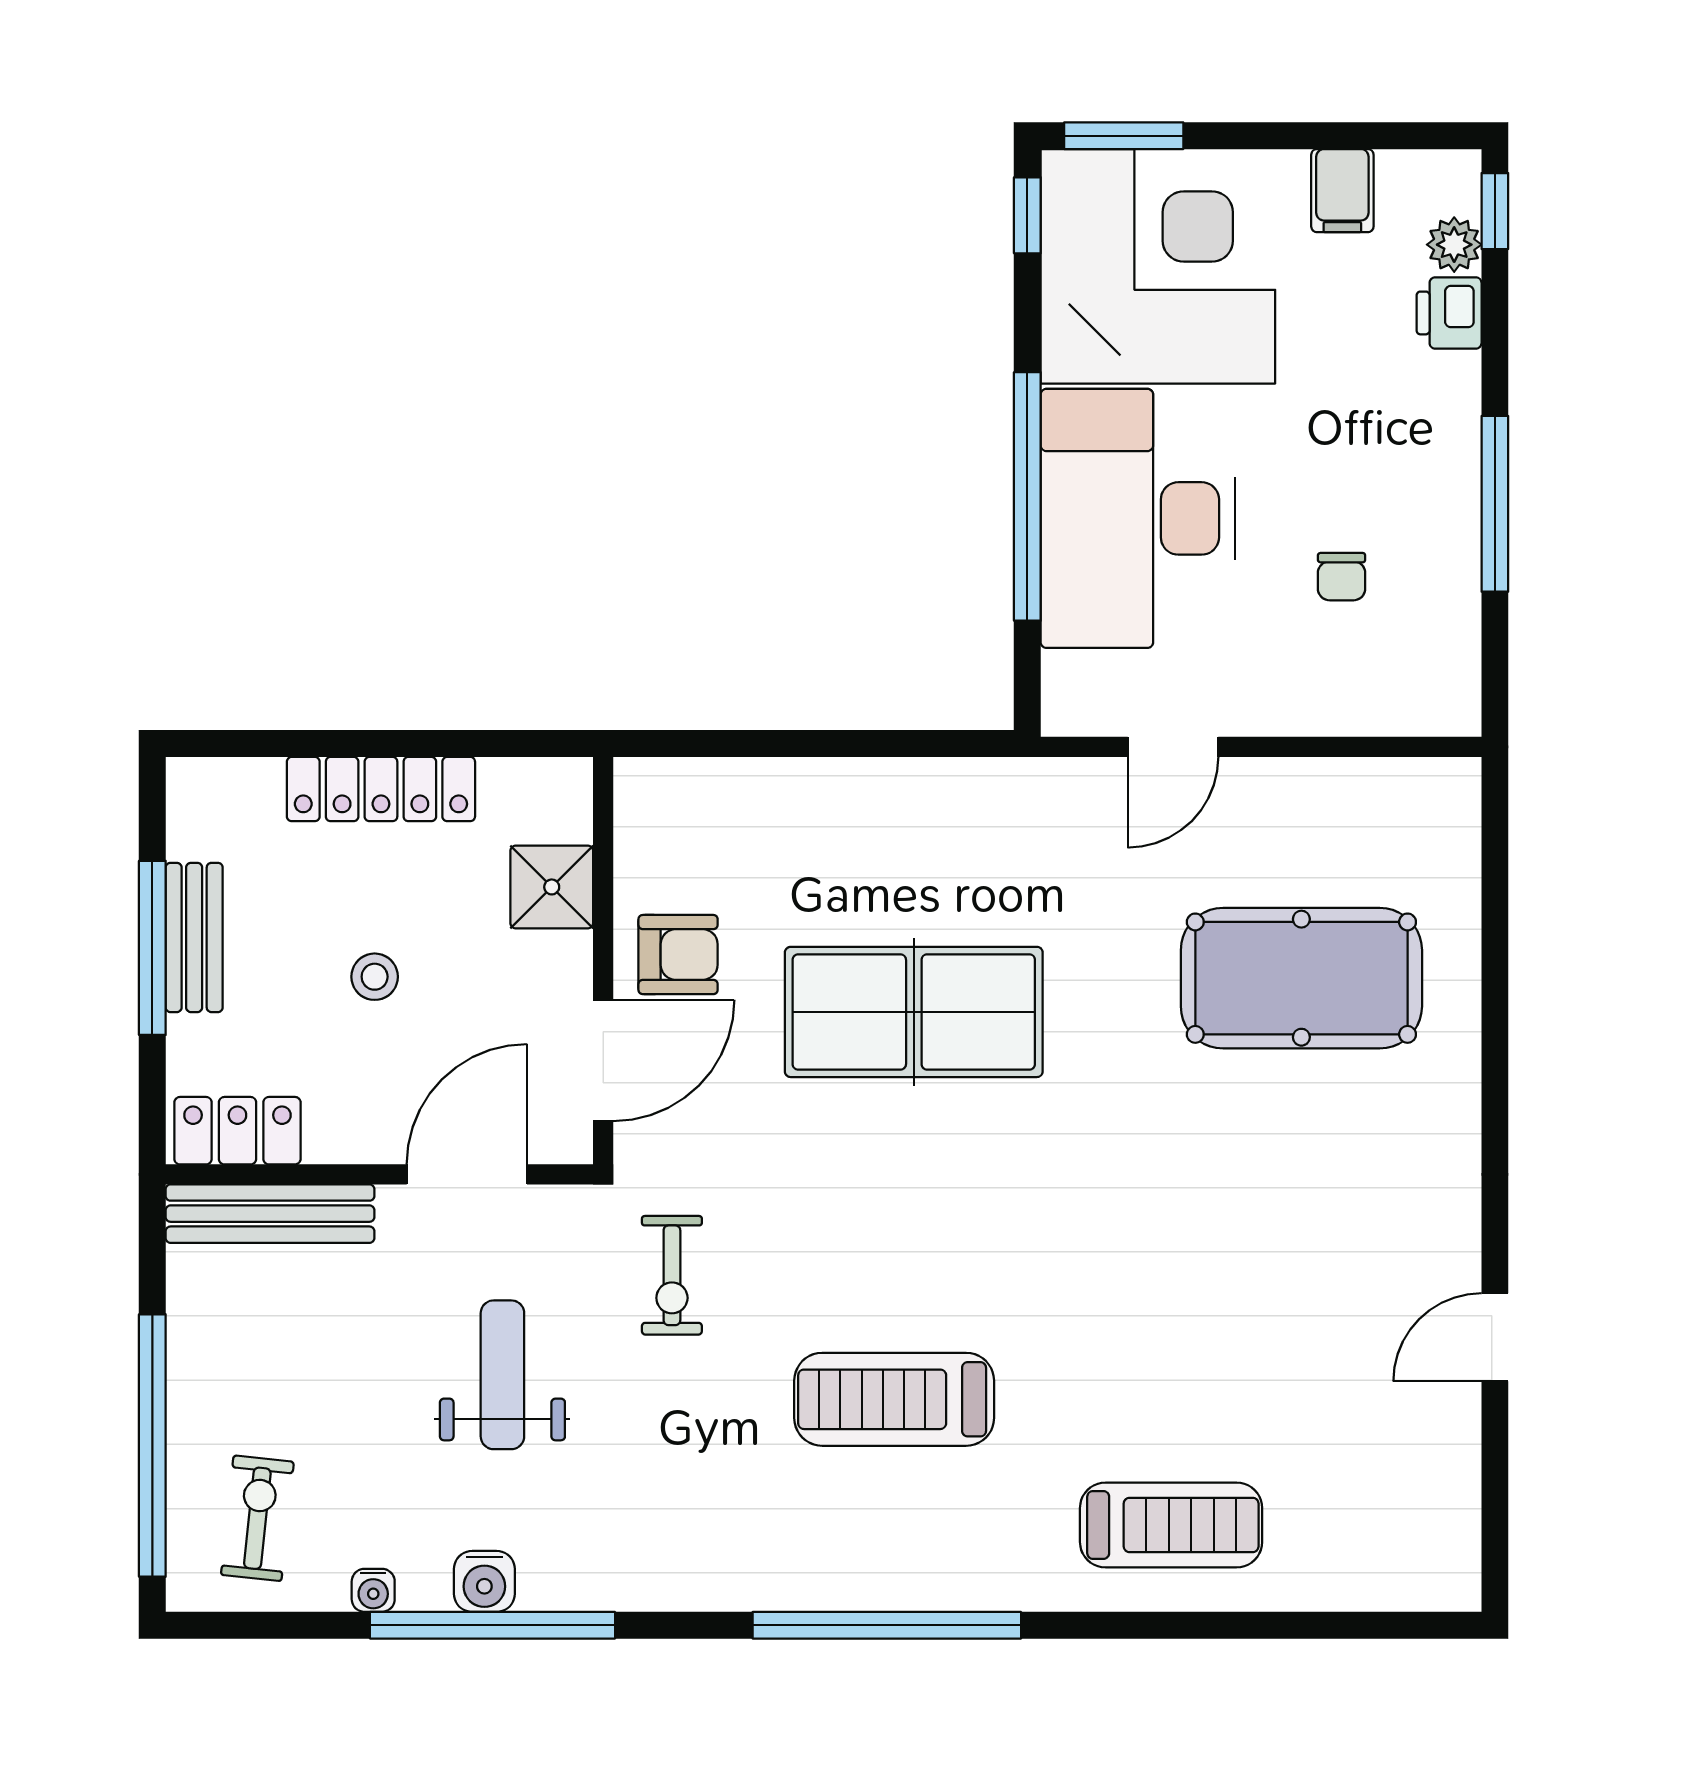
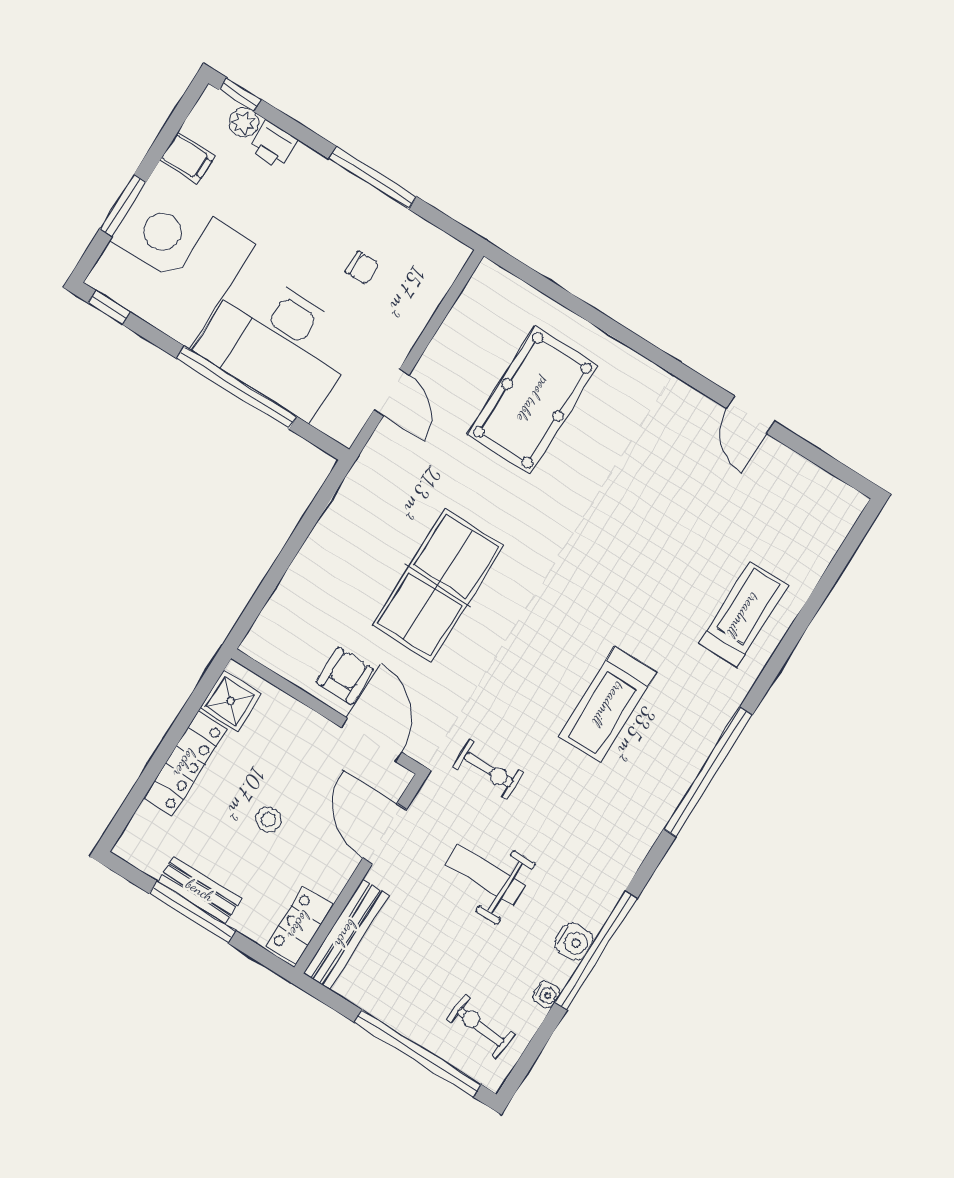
window: (1124, 136) -> (123, 205), moved
shower: (552, 887) -> (231, 701), moved

